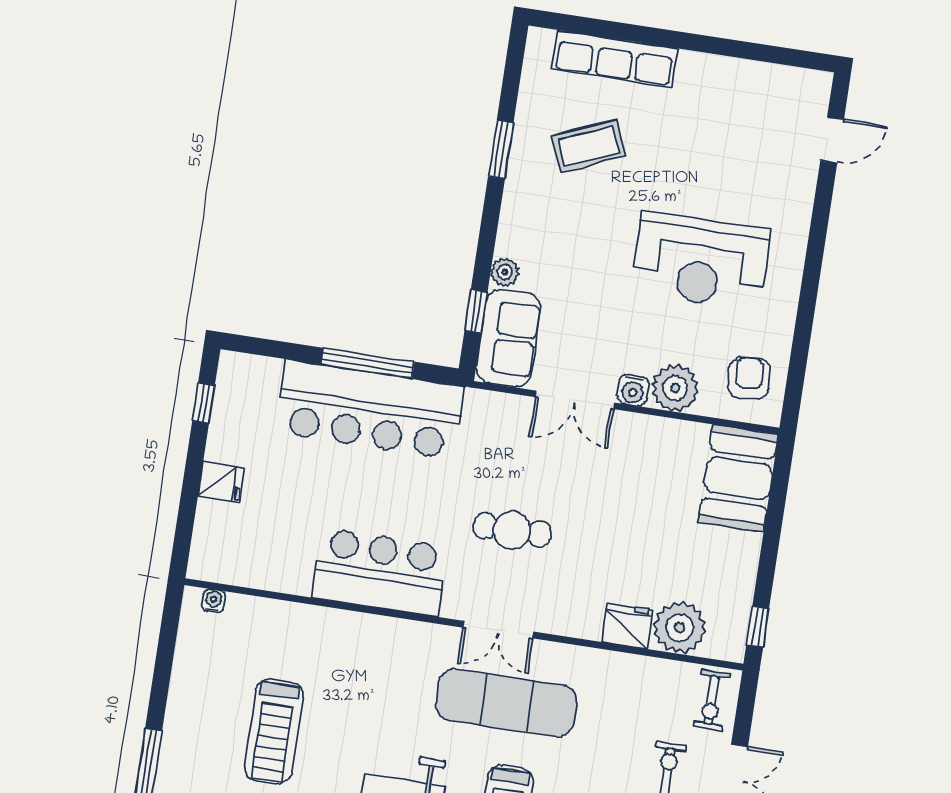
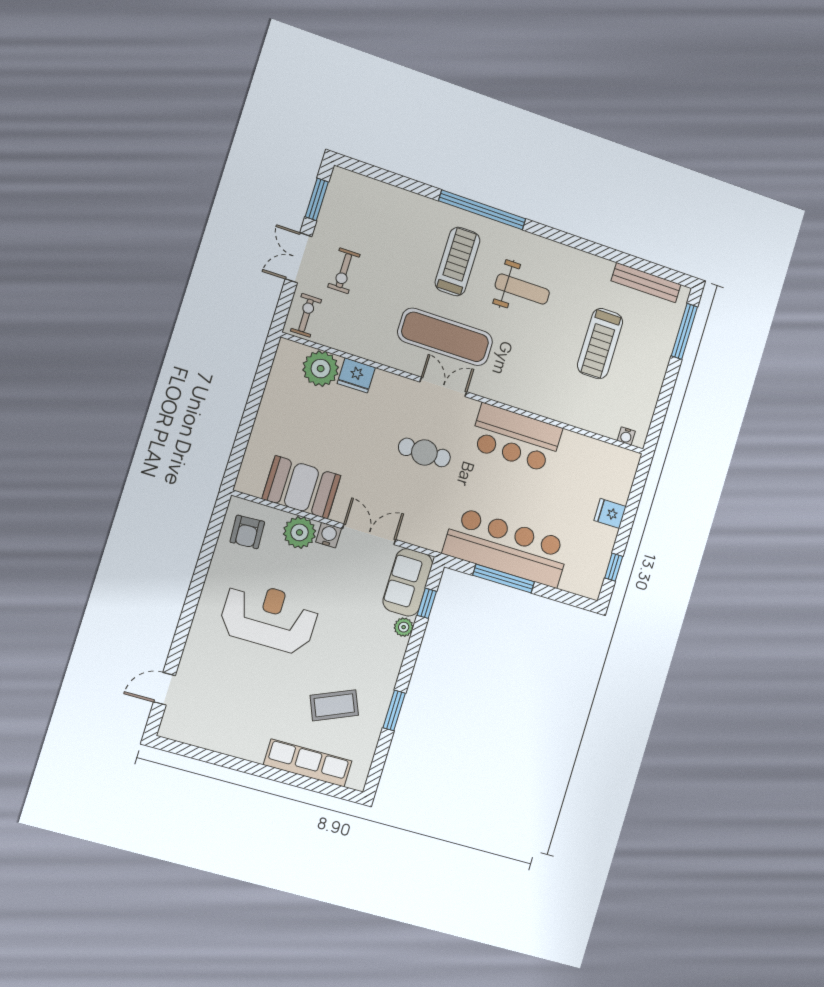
booth: (738, 478) -> (301, 487), moved, turned 90
window: (758, 627) -> (267, 360), removed
treadmill: (274, 731) -> (600, 344), turned 180

